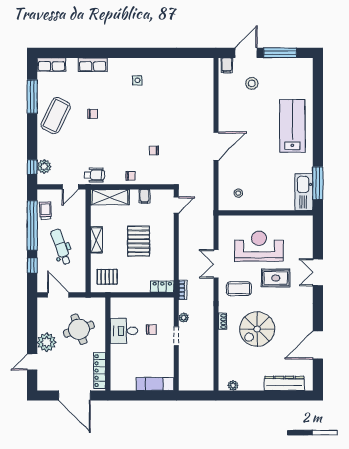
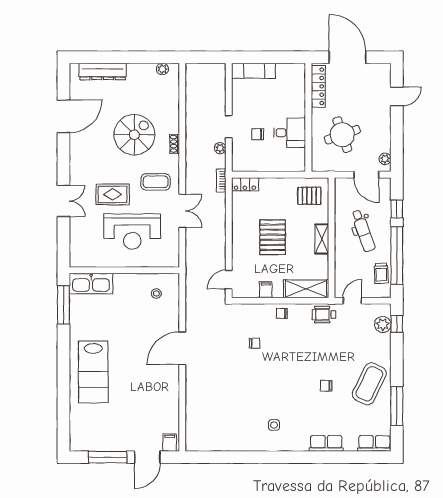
stool: (252, 83) -> (141, 421), removed
kitchen sink: (304, 192) -> (91, 284), moved, turned 90
plant: (47, 342) -> (385, 159), moved, width x0.53, depth x0.53

